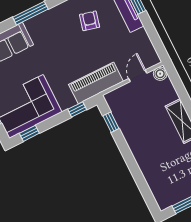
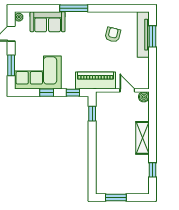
door: (138, 76) -> (127, 90), hinge flipped
window: (29, 133) -> (47, 93), moved

